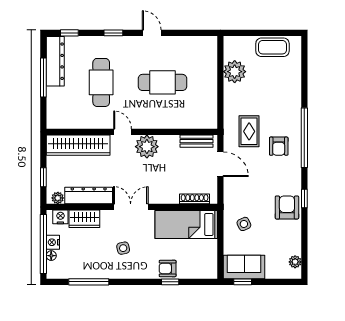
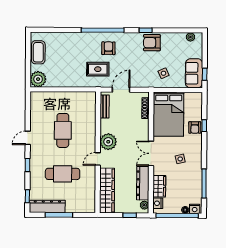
plant: (235, 72) -> (38, 79), moved
armchair: (279, 146) -> (108, 48), turned -90
bed: (186, 224) -> (169, 114), width x1.50
nightstand: (53, 242) -> (195, 209), moved

